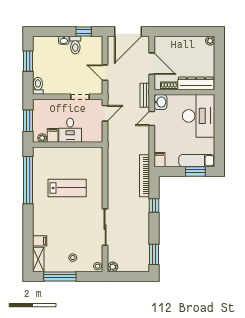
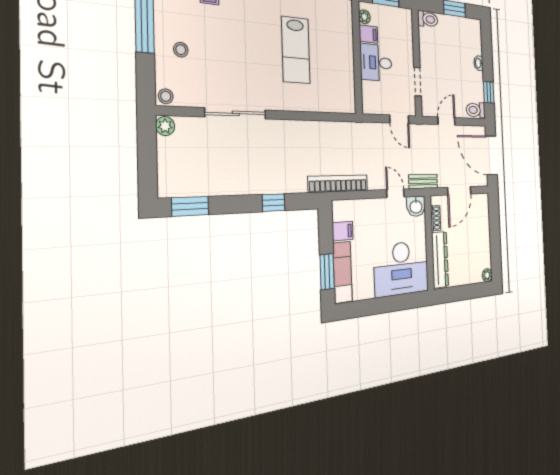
toilet: (75, 45) -> (476, 110), moved
filing cabinet: (159, 160) -> (343, 231), moved
bookcase: (145, 176) -> (338, 184), moved

